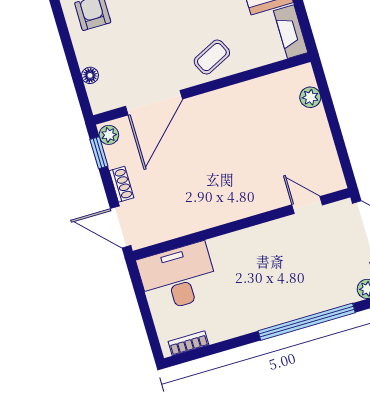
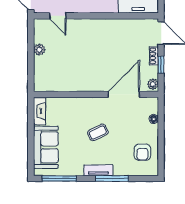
coffee table: (212, 57) -> (98, 132), moved
plant: (310, 97) -> (39, 50), moved
window: (99, 153) -> (161, 65), moved

